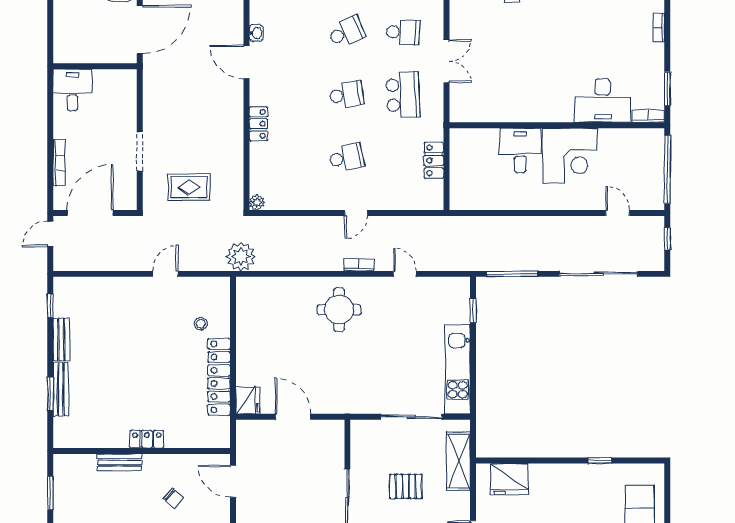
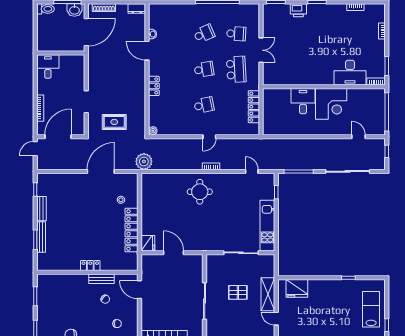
locker: (434, 160) -> (254, 107), width x1.53
door: (165, 274) -> (101, 171), width x1.88
door: (405, 274) -> (252, 171), moved
shelving: (459, 461) -> (268, 294), moved
bench: (120, 462) -> (101, 279), moved

